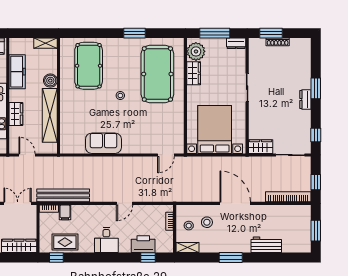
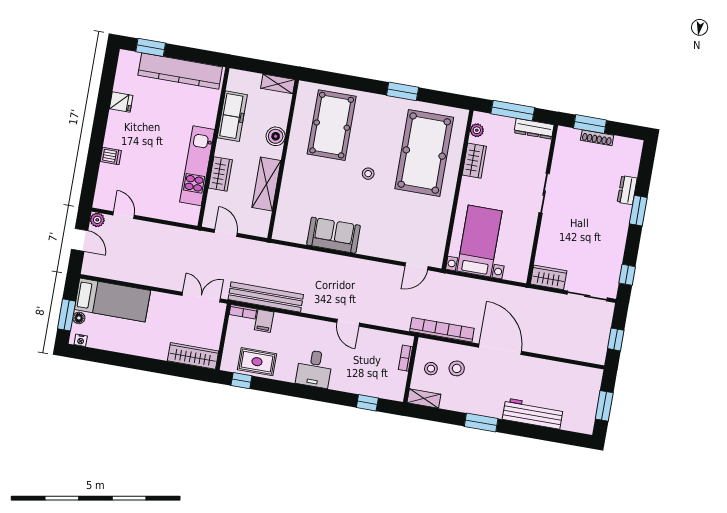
dresser: (236, 43) -> (534, 129), width x1.44
plant: (196, 51) -> (477, 130), width x0.53, depth x0.53
dresser: (305, 100) -> (627, 190), moved
shelving: (50, 115) -> (266, 184), width x0.68
bed with nightstands: (215, 129) -> (479, 241), width x0.73
bookcase: (288, 197) -> (442, 330), moved
door: (125, 203) -> (348, 323), hinge flipped
printer: (143, 244) -> (364, 383), removed
workbench: (266, 245) -> (533, 414), width x1.38

